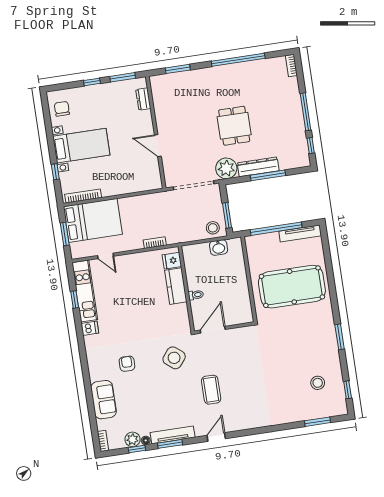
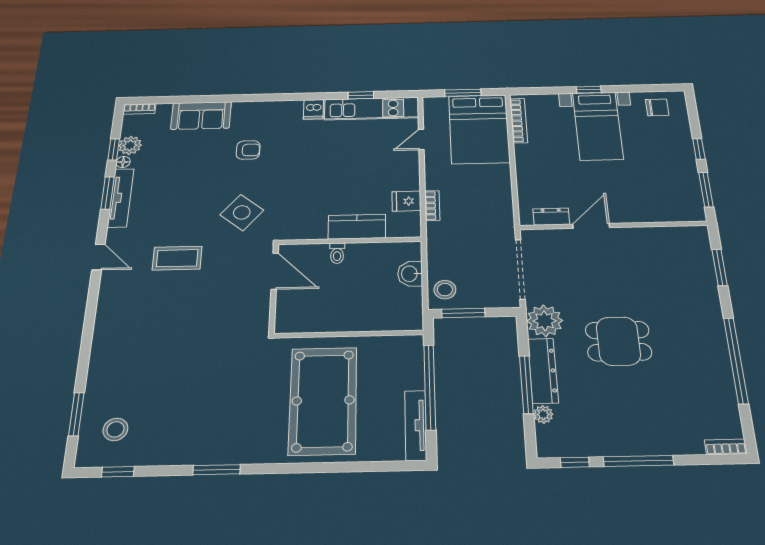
dresser: (143, 99) -> (551, 217), moved
plant: (285, 165) -> (543, 414), added
window: (55, 172) -> (589, 90), moved
washbasin: (219, 247) -> (410, 274), moved
fridge: (172, 261) -> (406, 201), moved, turned -90
stool: (318, 383) -> (115, 429), moved

